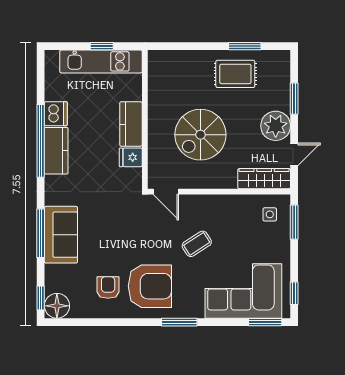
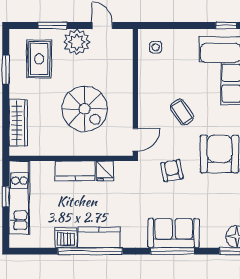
rug: (235, 74) -> (39, 59), moved
wardrobe: (264, 179) -> (18, 123), moved, turned 180
window: (294, 222) -> (163, 25), removed
armchair: (108, 288) -> (172, 171), moved, turned 79

